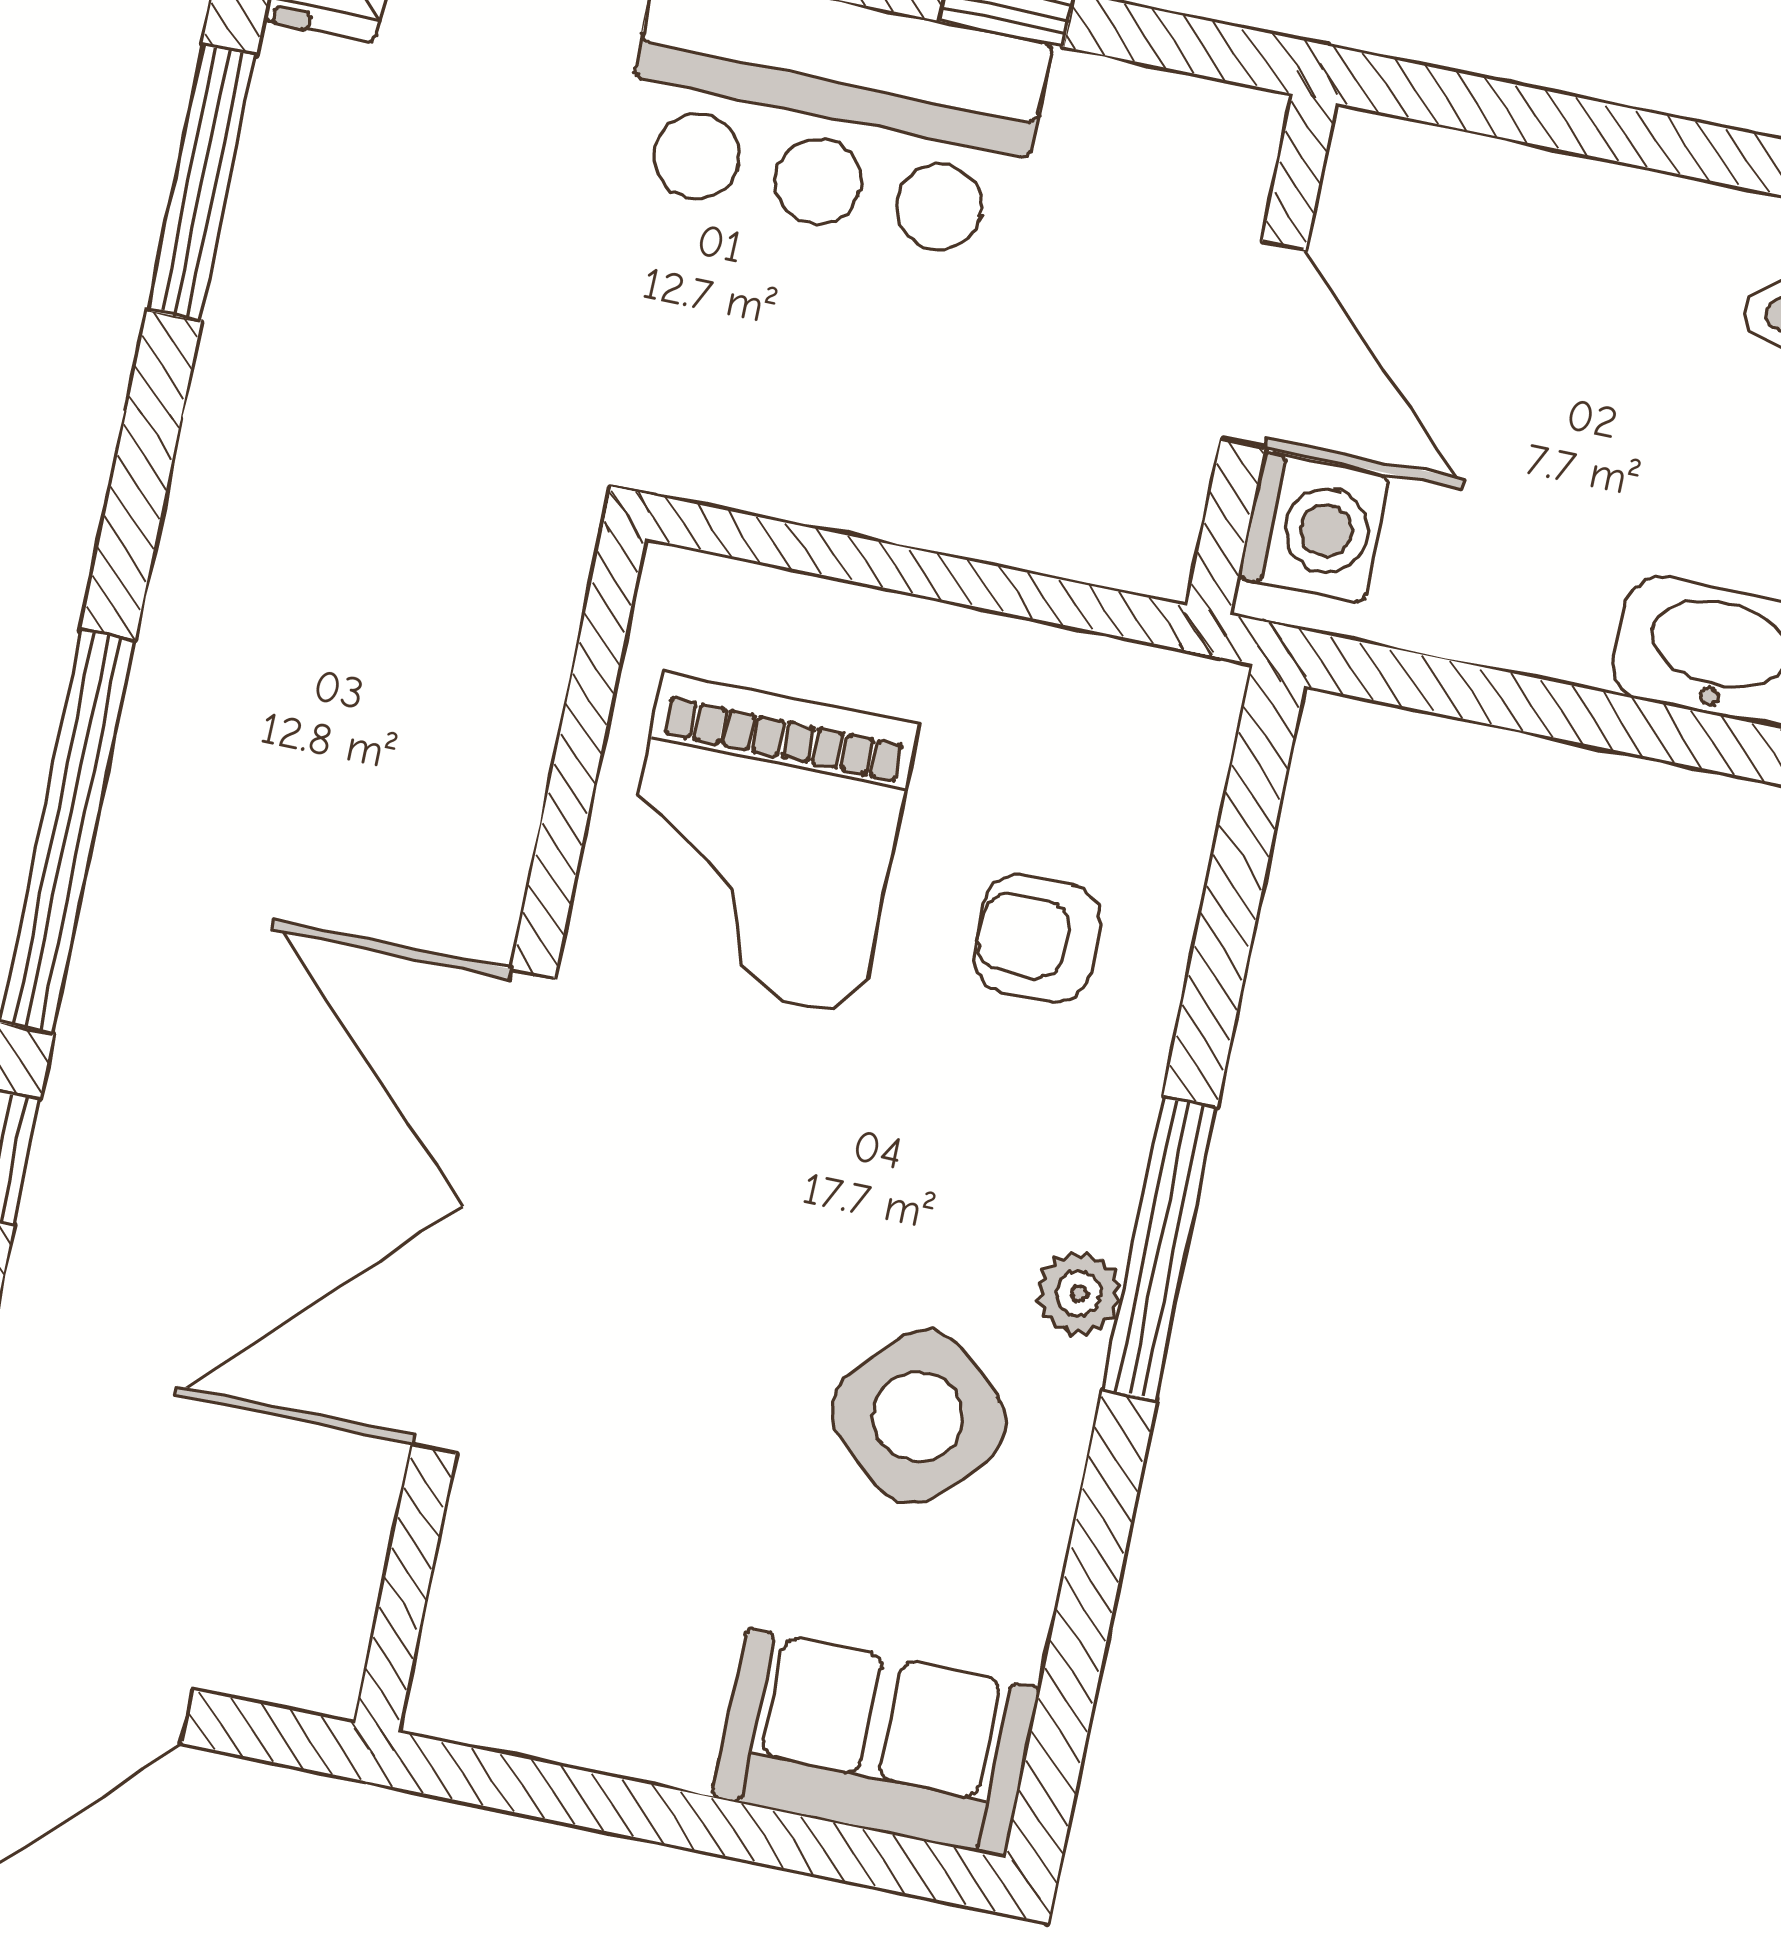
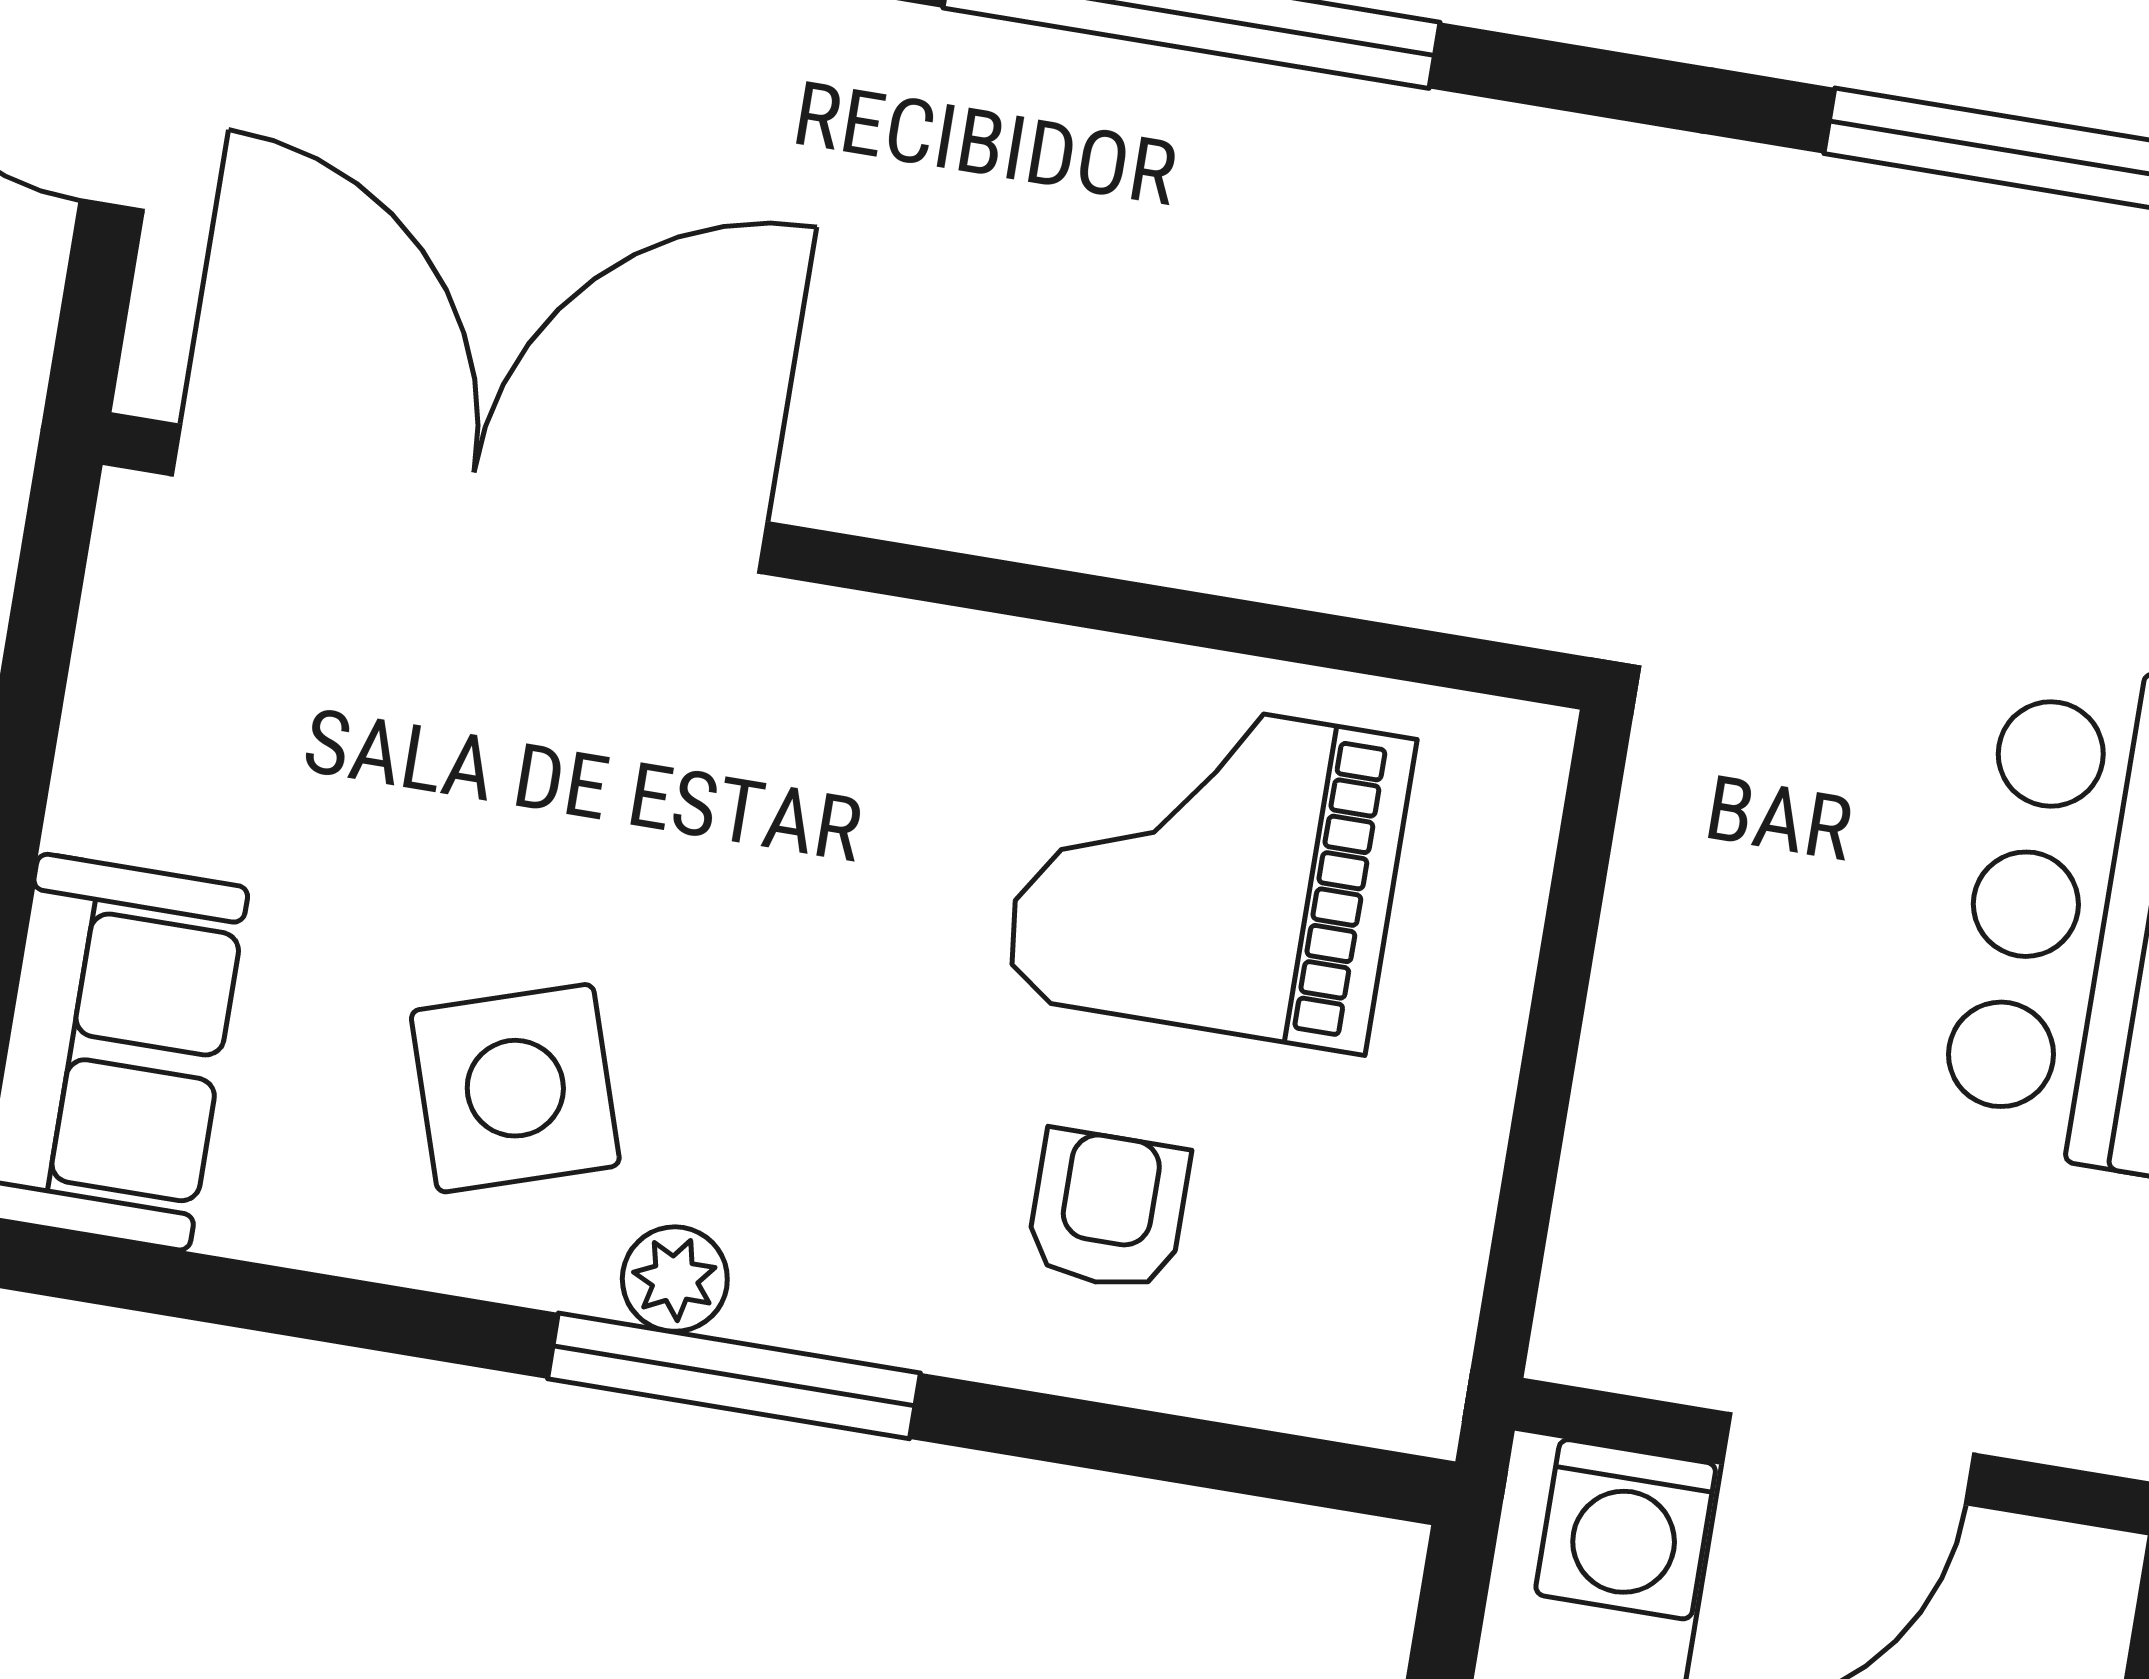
double door: (484, 1211) -> (470, 499), moved
side table: (918, 1417) -> (515, 1088), turned 30

